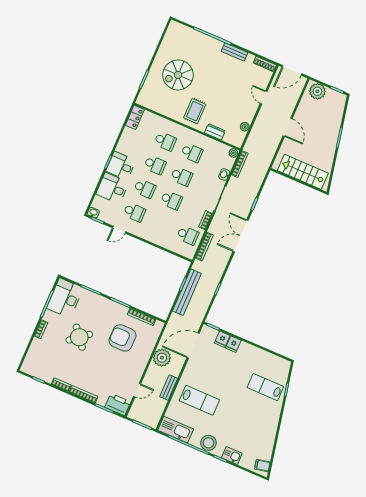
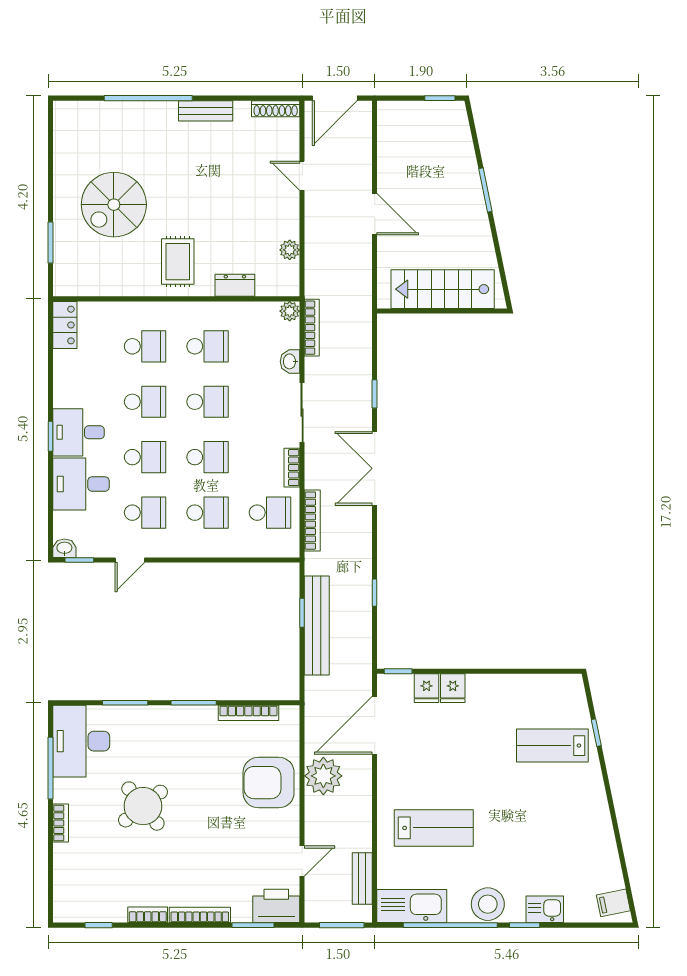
plant: (317, 91) -> (403, 118), removed
school desk: (161, 224) -> (207, 513), added
armchair: (122, 338) -> (269, 783), moved
bench: (169, 388) -> (362, 879), moved

